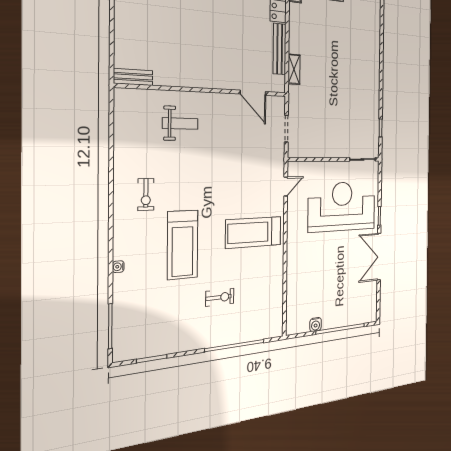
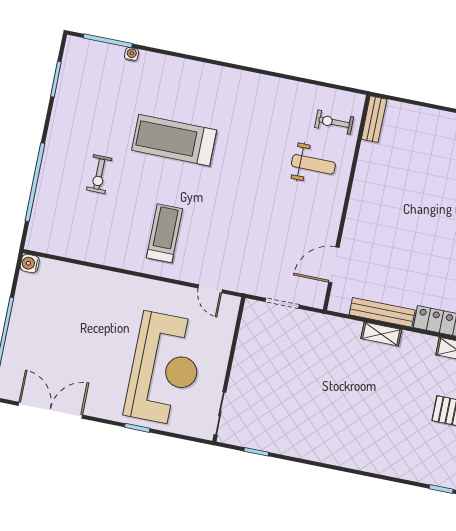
shelving: (294, 69) -> (381, 334), moved
weight bench: (180, 123) -> (313, 164), turned -90
exercise bike: (146, 194) -> (334, 122), moved
treadmill: (254, 232) -> (165, 233), width x0.73, depth x0.73
double door: (379, 257) -> (50, 410), moved
water cooler: (118, 267) -> (132, 54), moved
water cooler: (316, 324) -> (30, 263), moved

